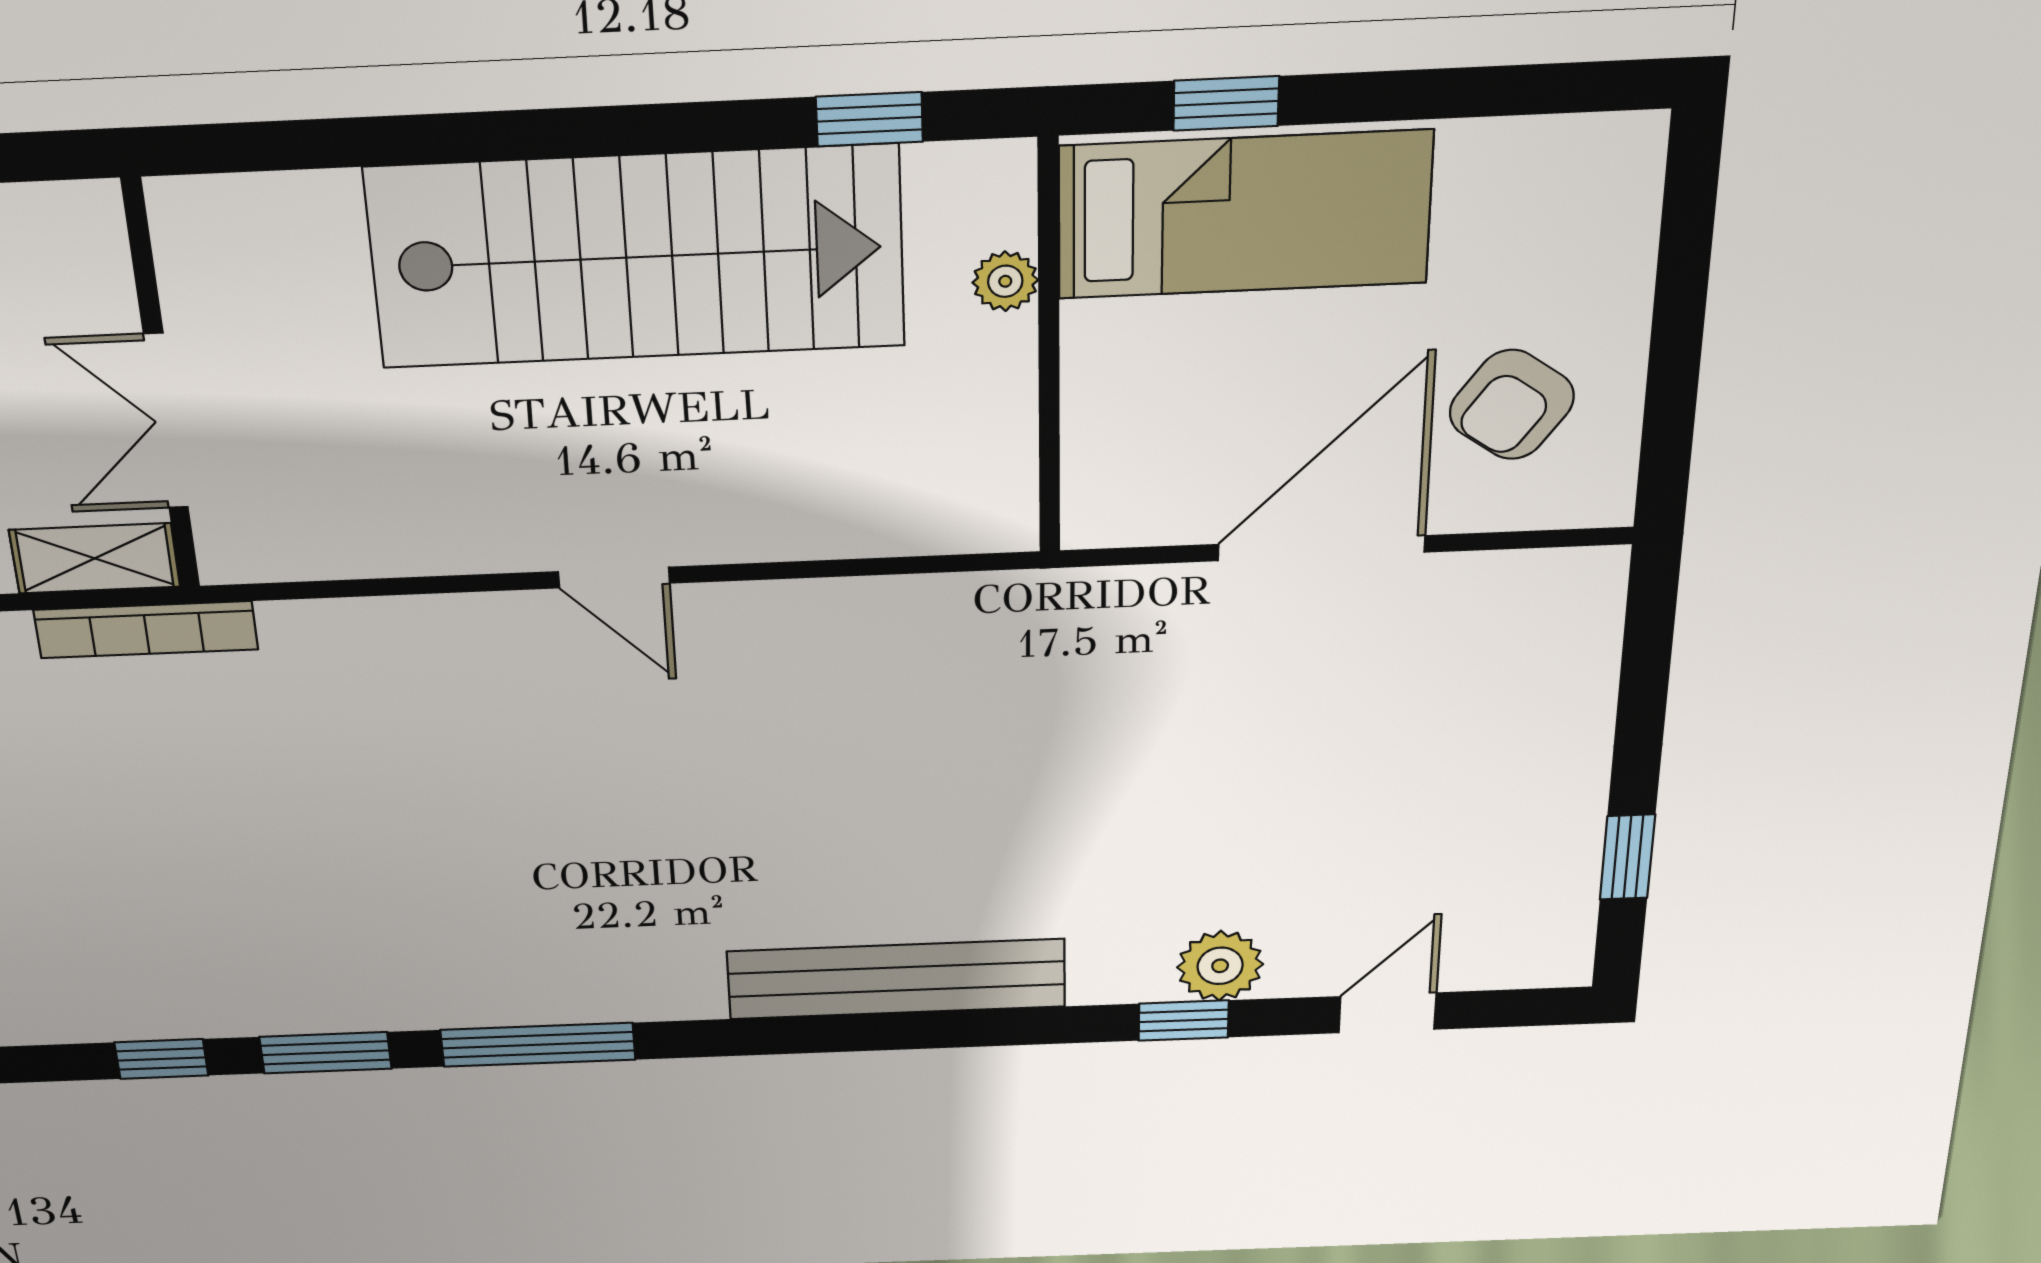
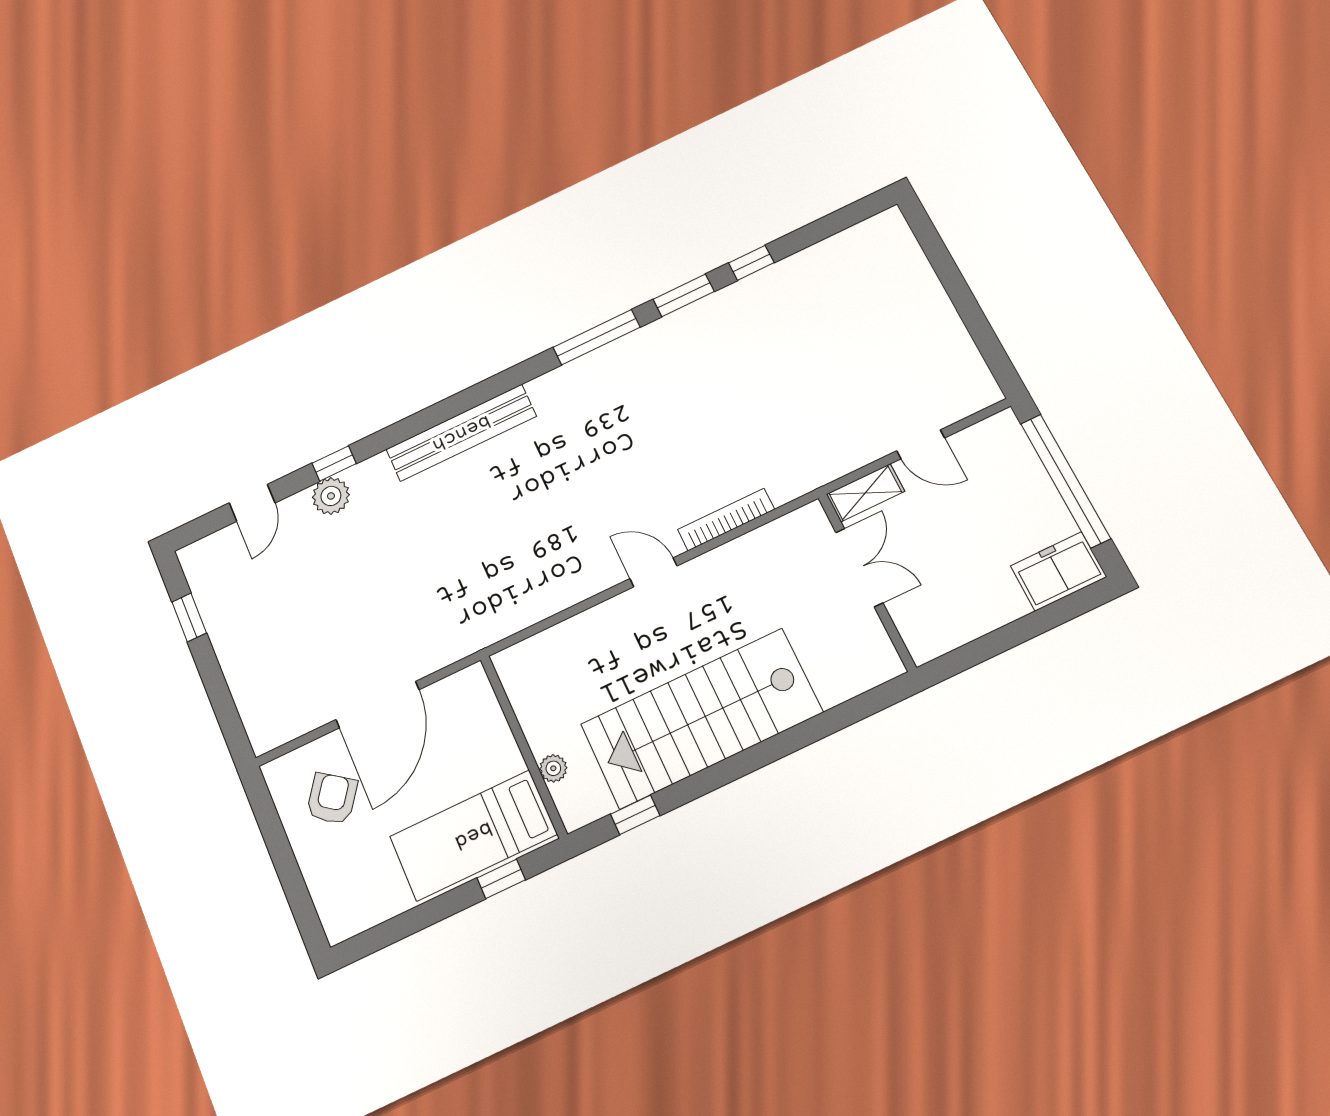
bookcase: (146, 630) -> (726, 520), moved

